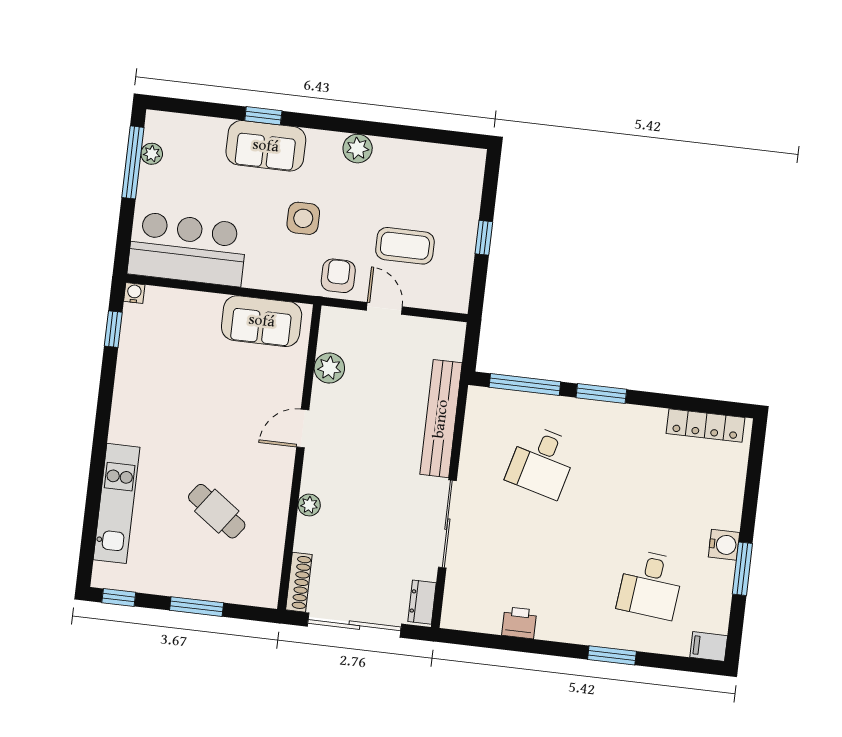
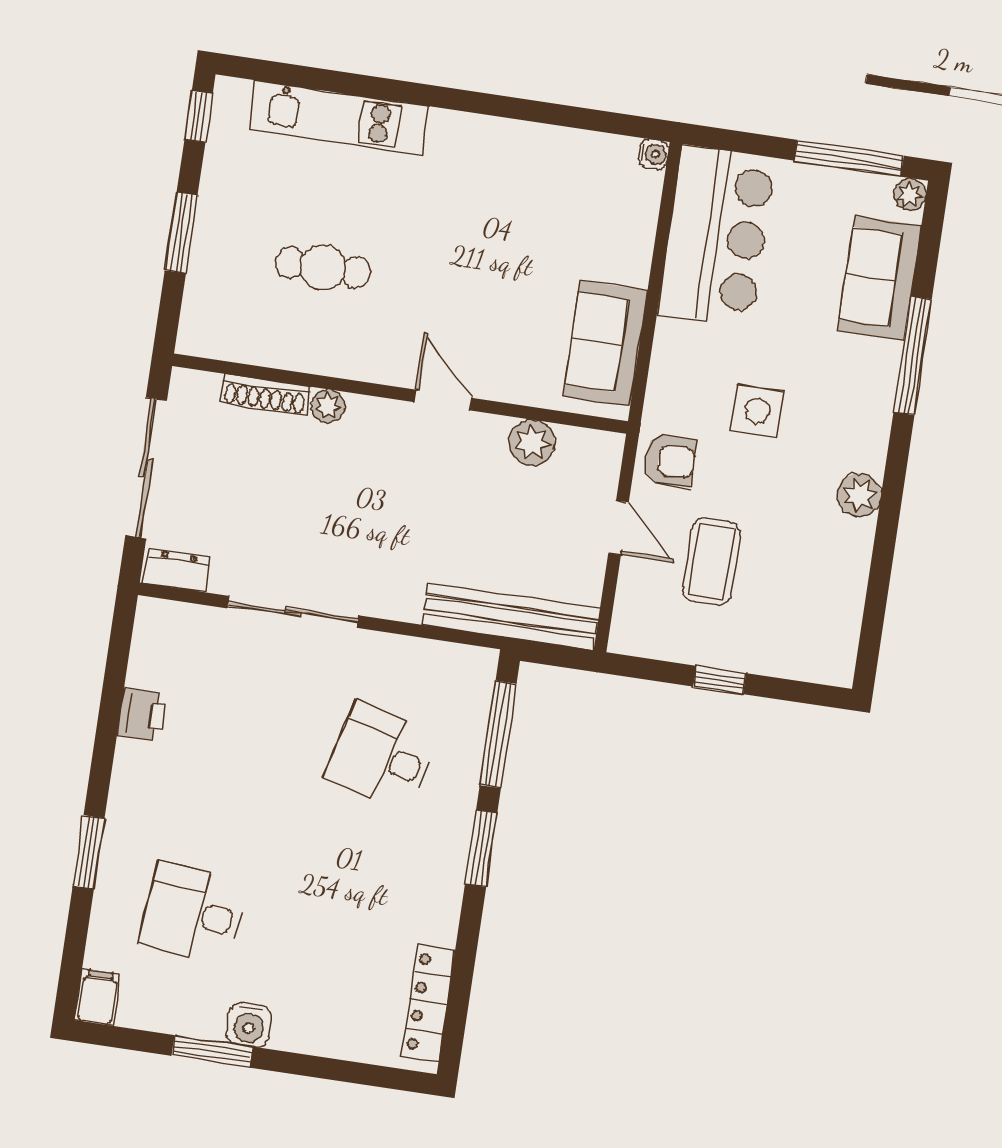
window: (263, 116) -> (913, 356), width x2.17
sofa: (266, 146) -> (879, 278), moved
plant: (152, 154) -> (910, 194), moved
door: (384, 308) -> (618, 528), hinge flipped
window: (113, 329) -> (600, 121), removed
bench: (441, 419) -> (511, 616), moved
cafe table: (217, 511) -> (323, 267), turned 54
shoe rack: (299, 582) -> (265, 395), moved

